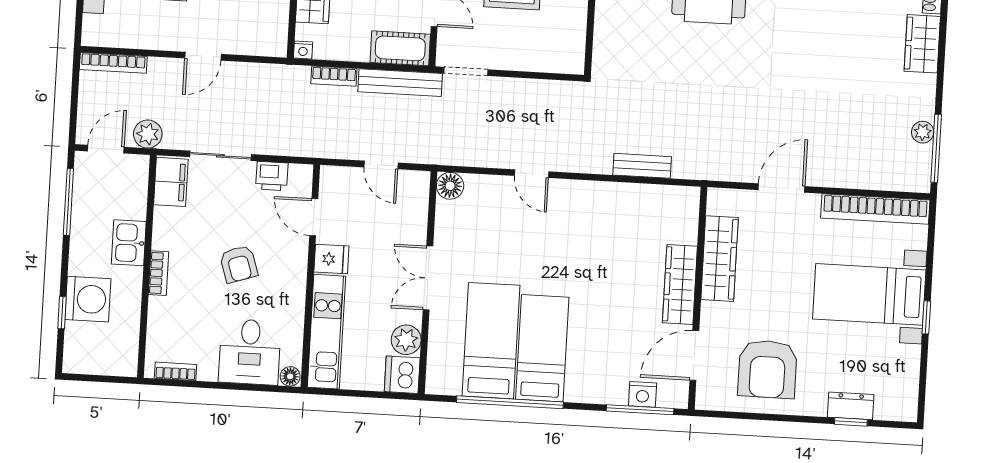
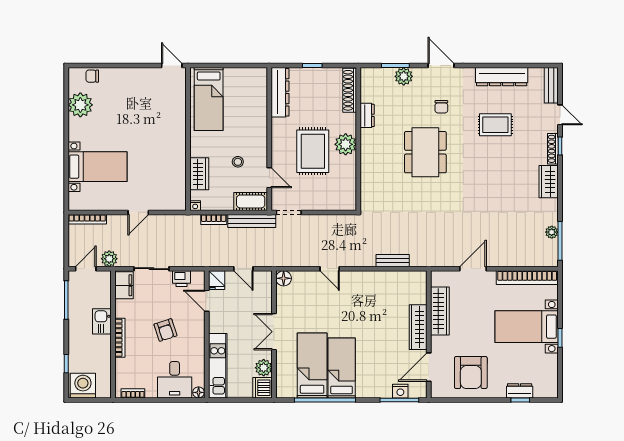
fridge: (331, 259) -> (217, 280), moved, turned 90
bookcase: (159, 273) -> (120, 338), width x1.56
washing machine: (88, 299) -> (83, 386), moved, turned -90

